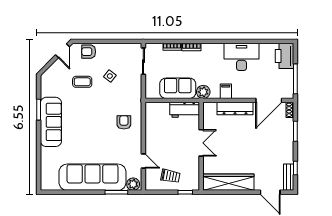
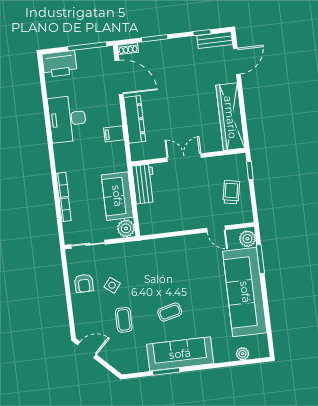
armchair: (89, 52) -> (84, 283), moved
plant: (203, 92) -> (126, 228), moved
coffee table: (84, 118) -> (170, 312), added
armchair: (124, 122) -> (169, 260), removed
door: (143, 161) -> (216, 229), swing flipped
plant: (45, 170) -> (243, 354), added

